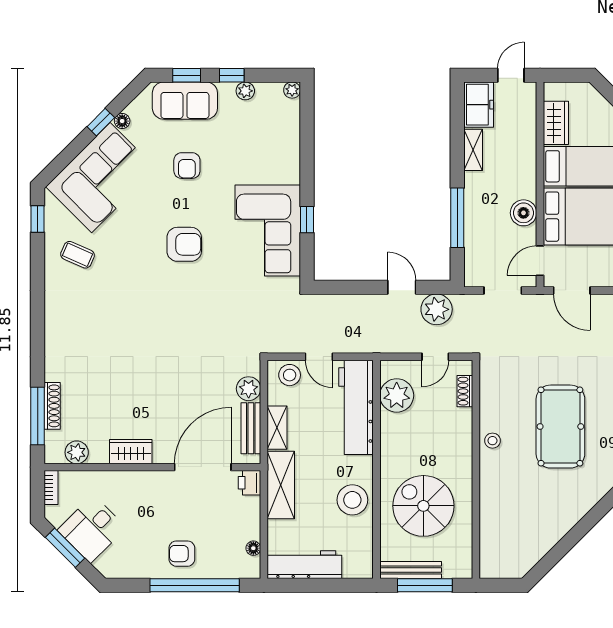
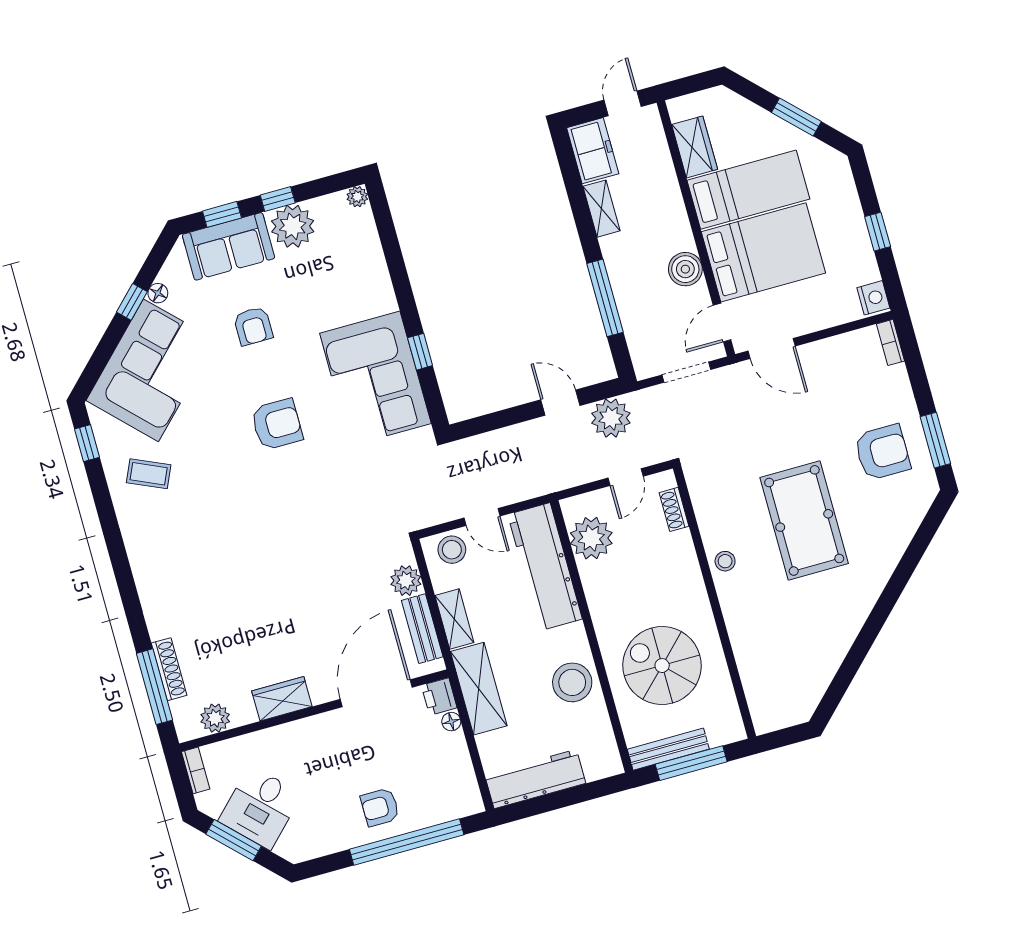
plant: (245, 91) -> (293, 226), width x1.88, depth x1.88
floor lamp: (253, 548) -> (451, 722), moved

